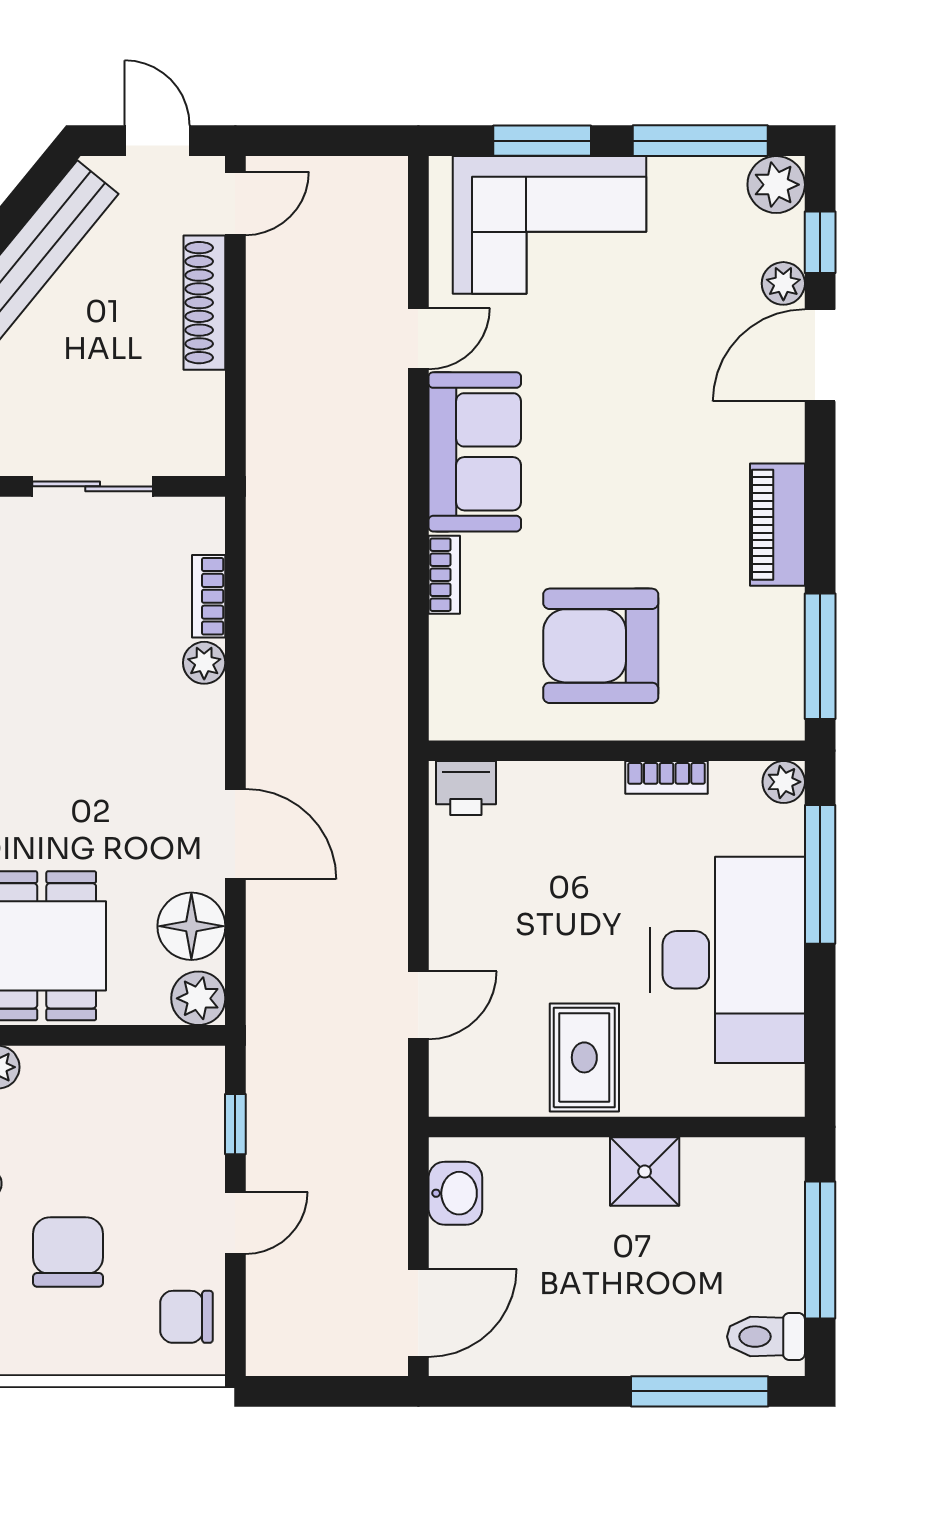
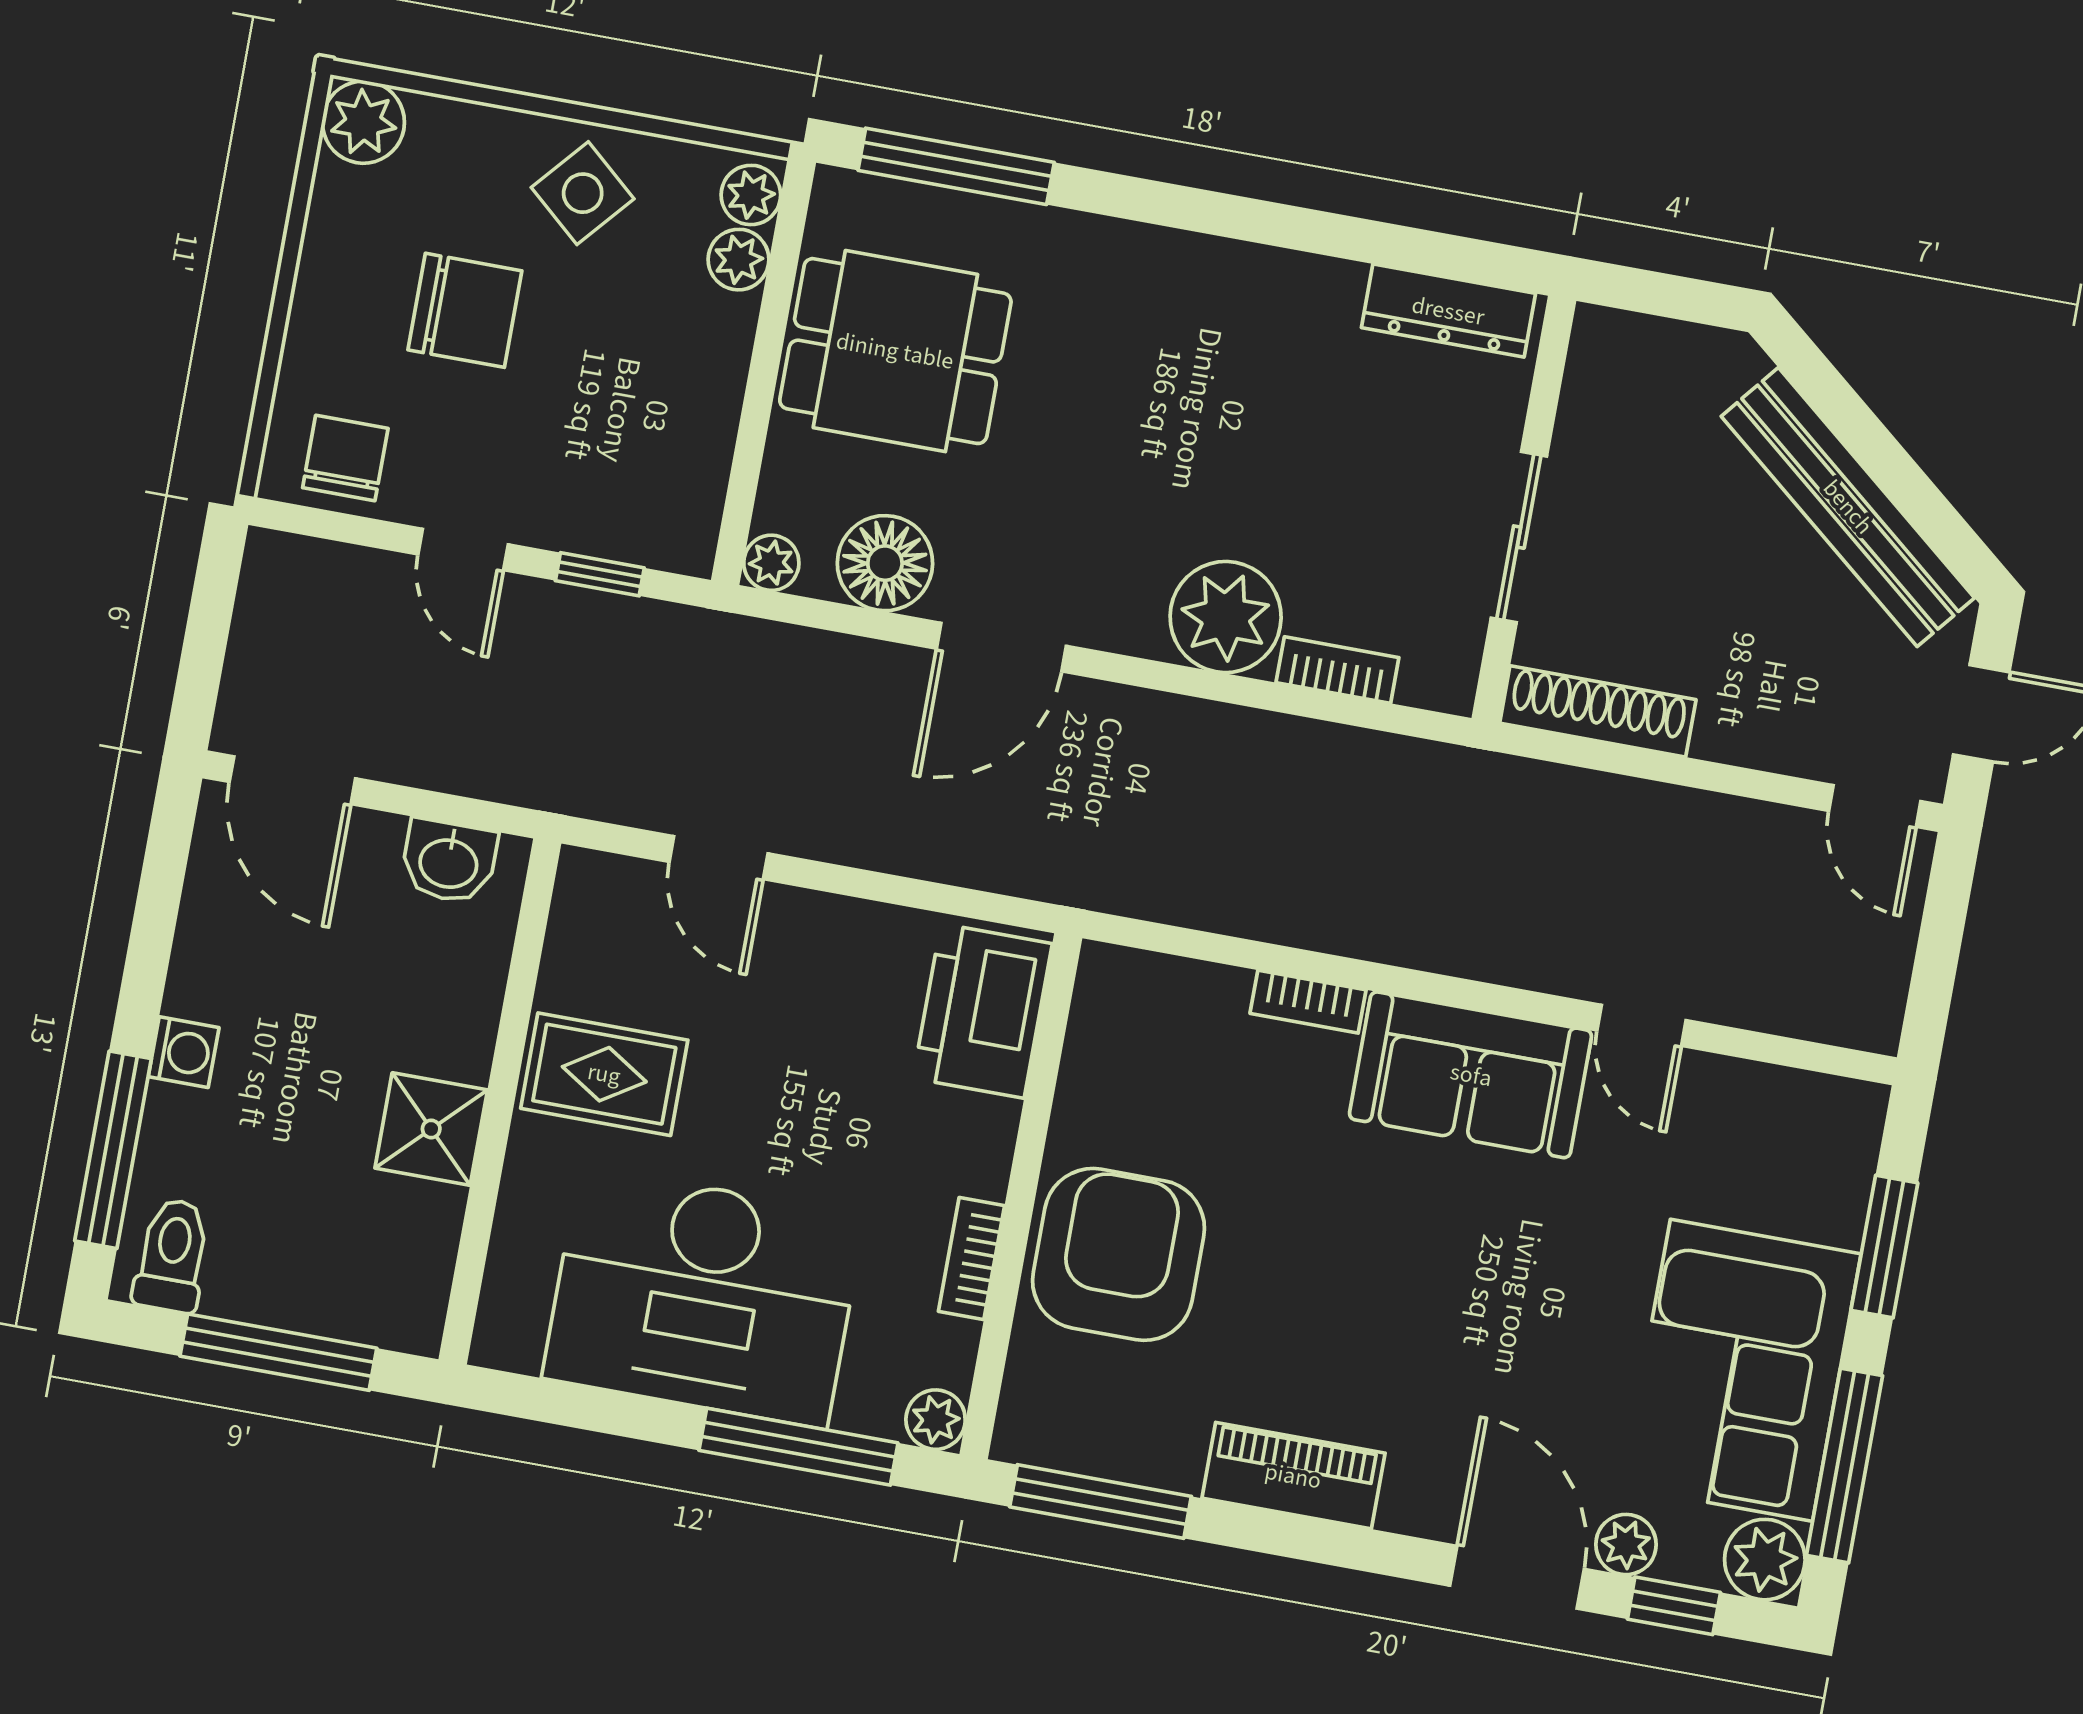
corner sofa: (549, 225) -> (1741, 1370), moved
shoe rack: (204, 303) -> (1598, 711), moved
armchair: (601, 646) -> (1119, 1254), moved
plant: (204, 663) -> (1226, 617), width x1.87, depth x1.87
printer: (466, 788) -> (983, 1011), width x1.87, depth x1.48
plant: (198, 998) -> (771, 563), width x0.73, depth x0.73
washing machine: (622, 1354) -> (184, 1052), added

